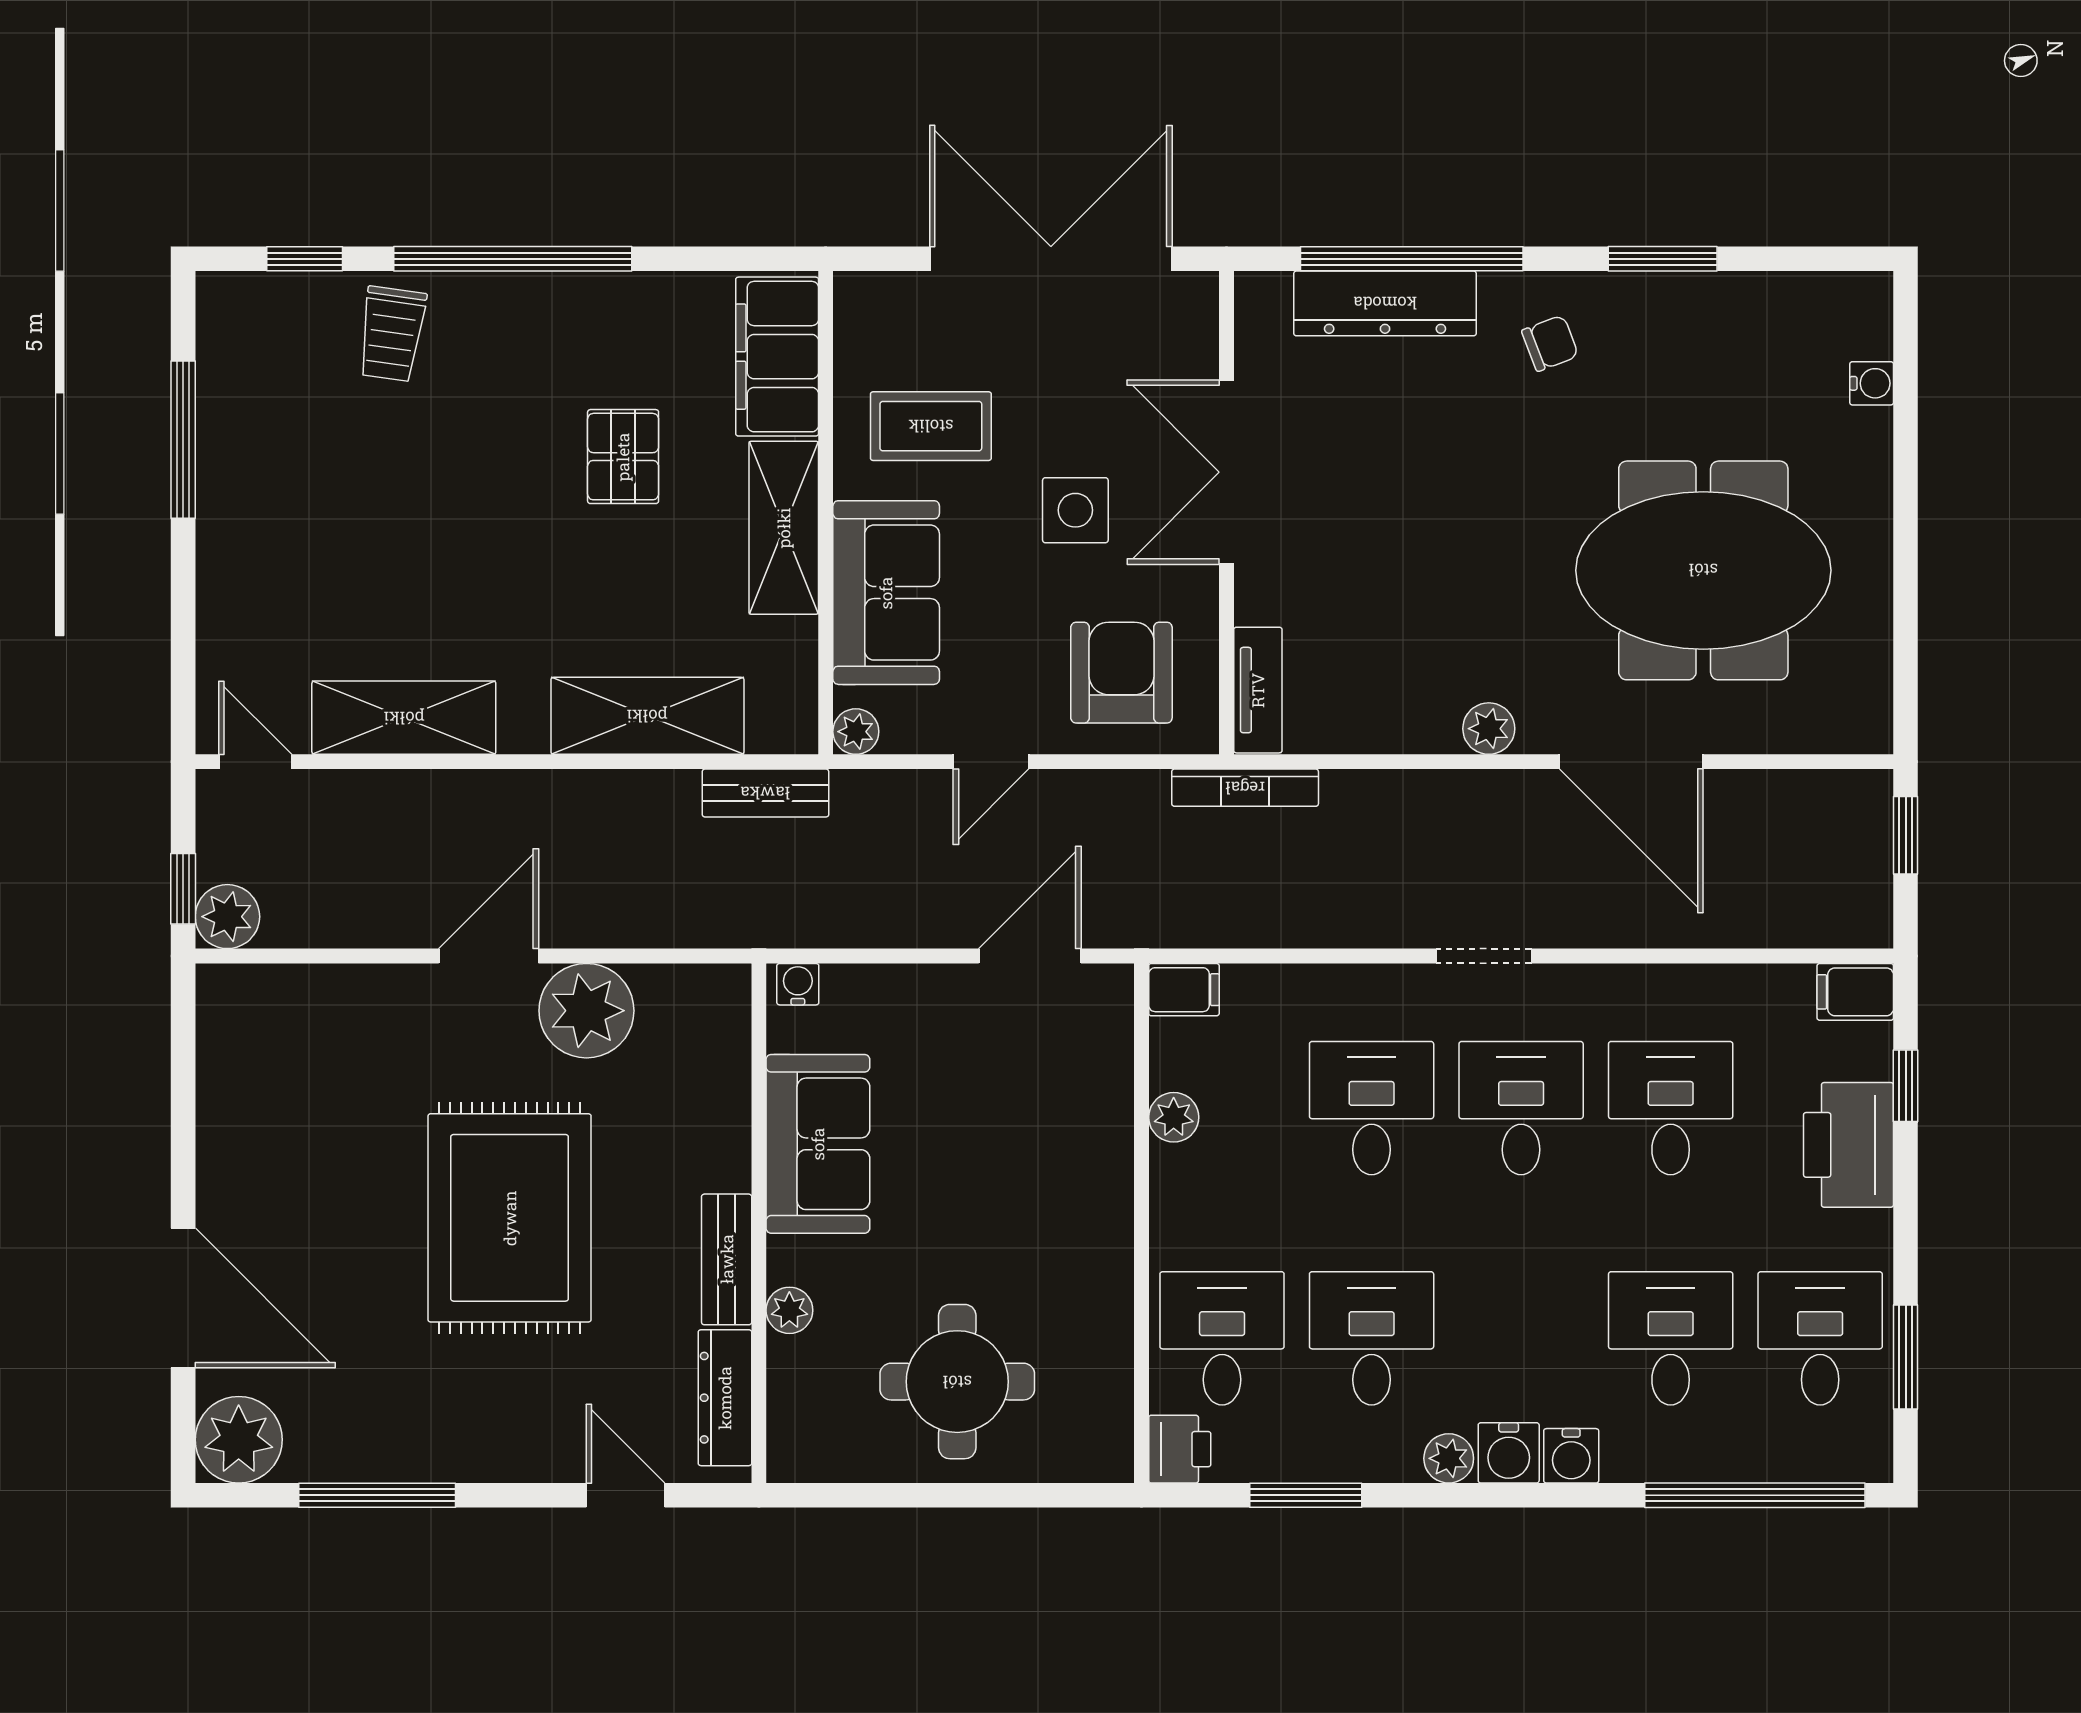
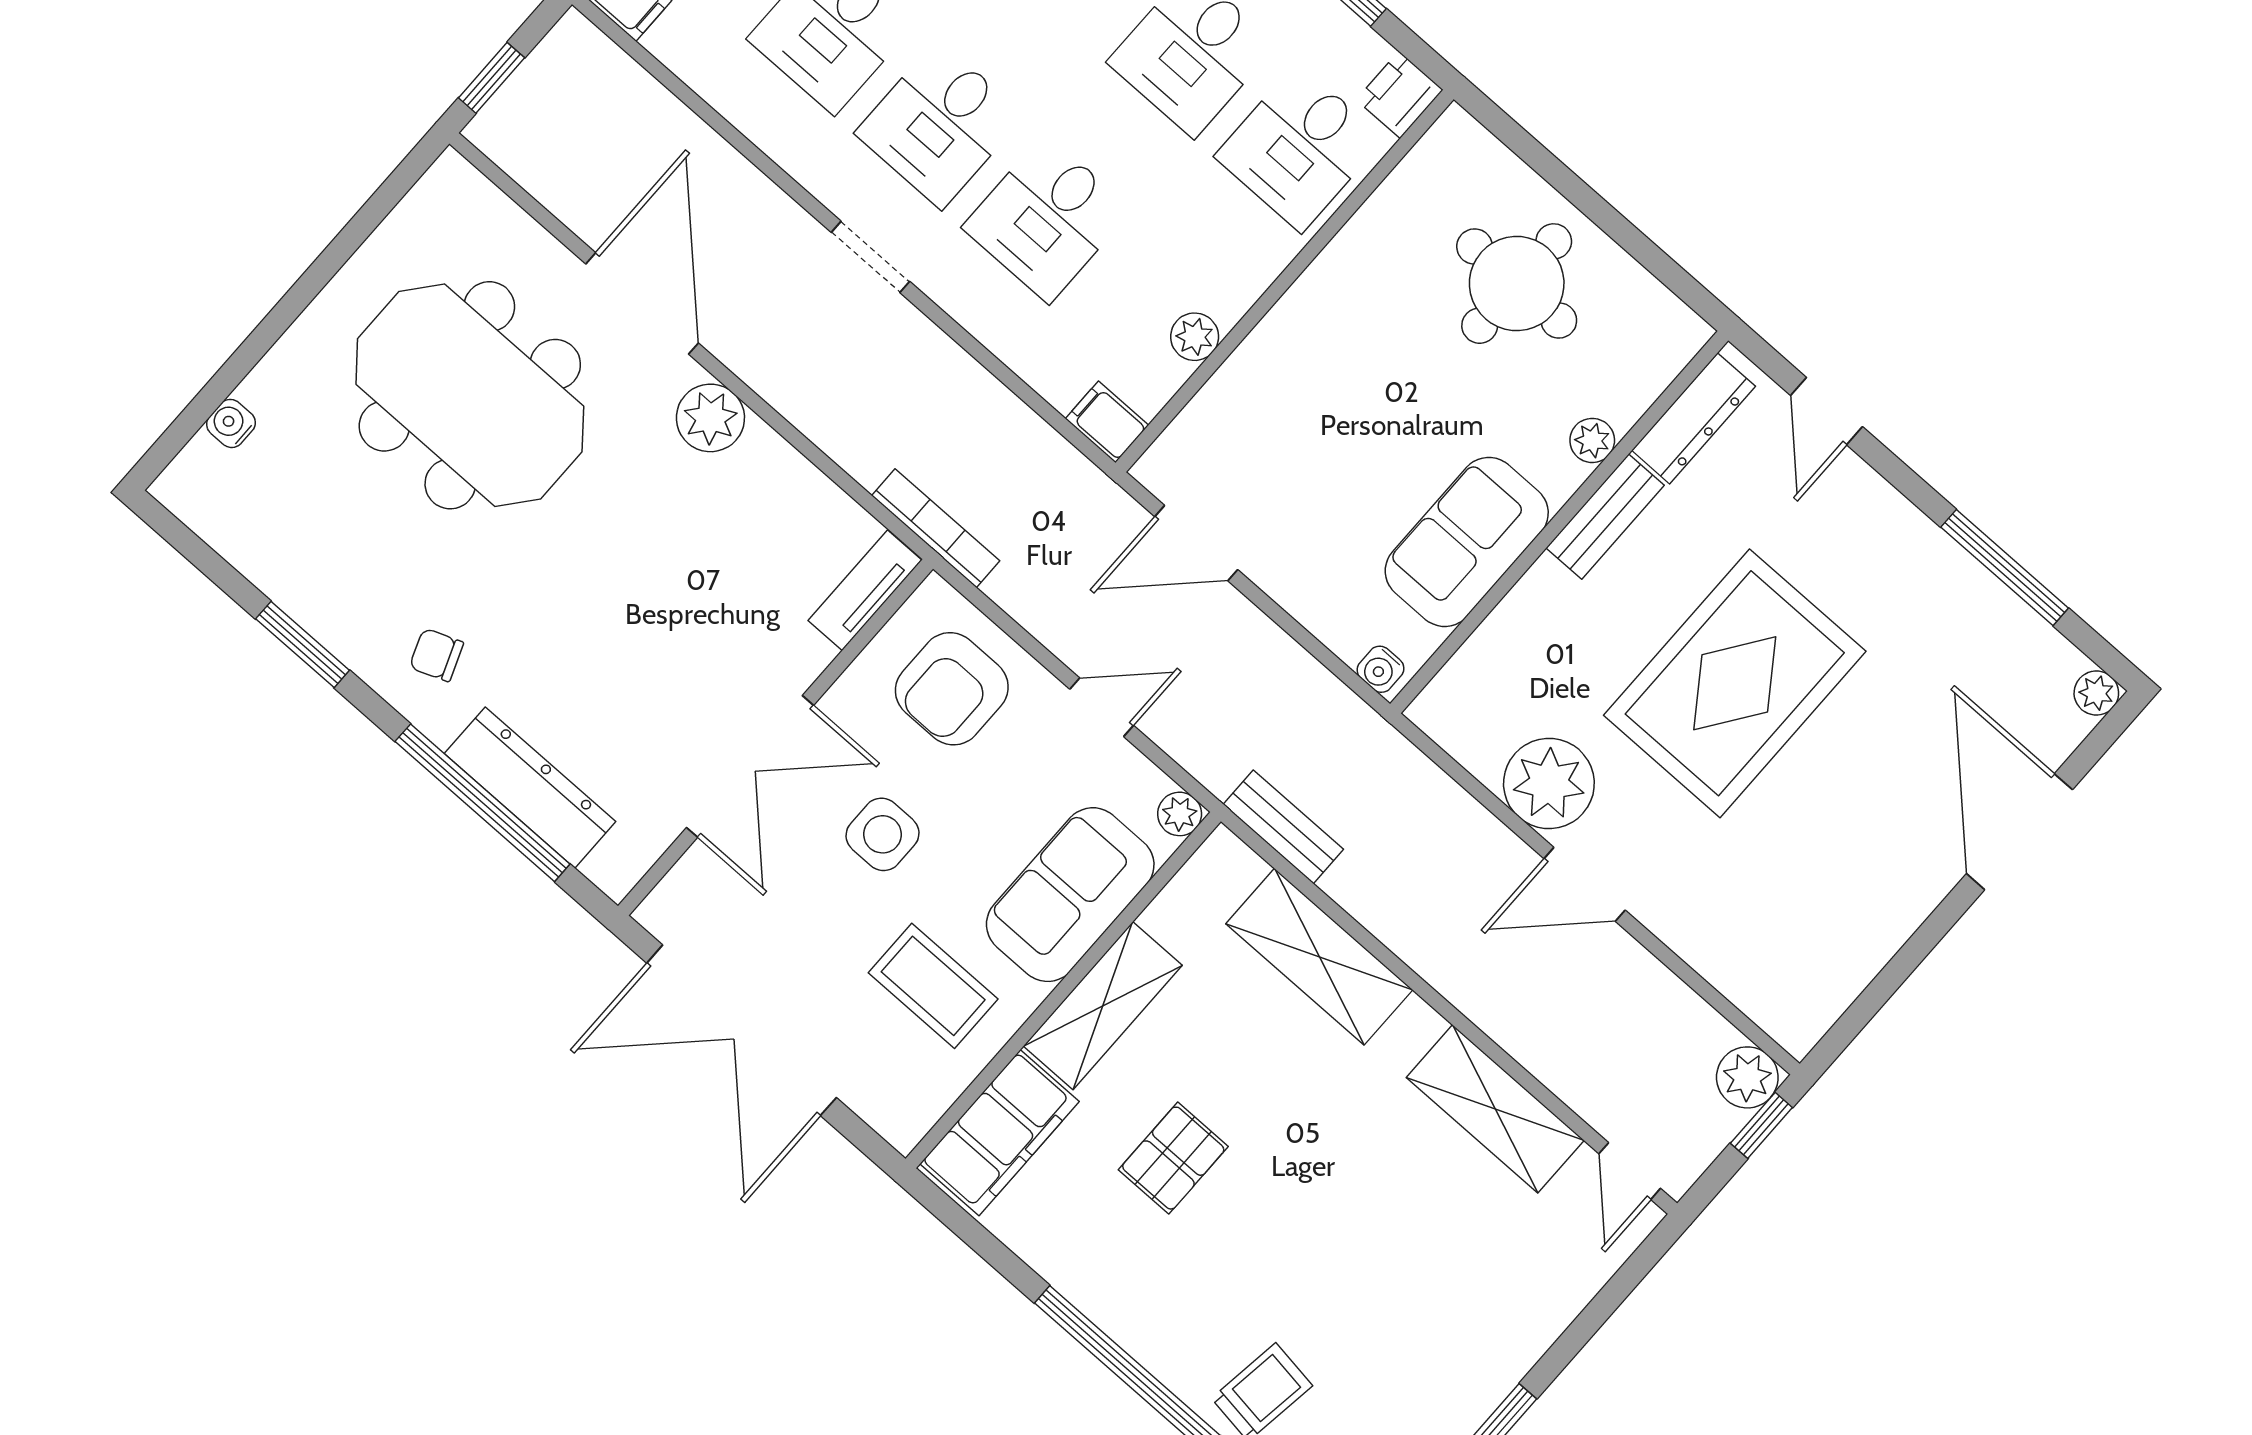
plant: (1489, 729) -> (710, 418), width x1.38, depth x1.38
plant: (239, 1440) -> (2096, 693), width x0.53, depth x0.53

